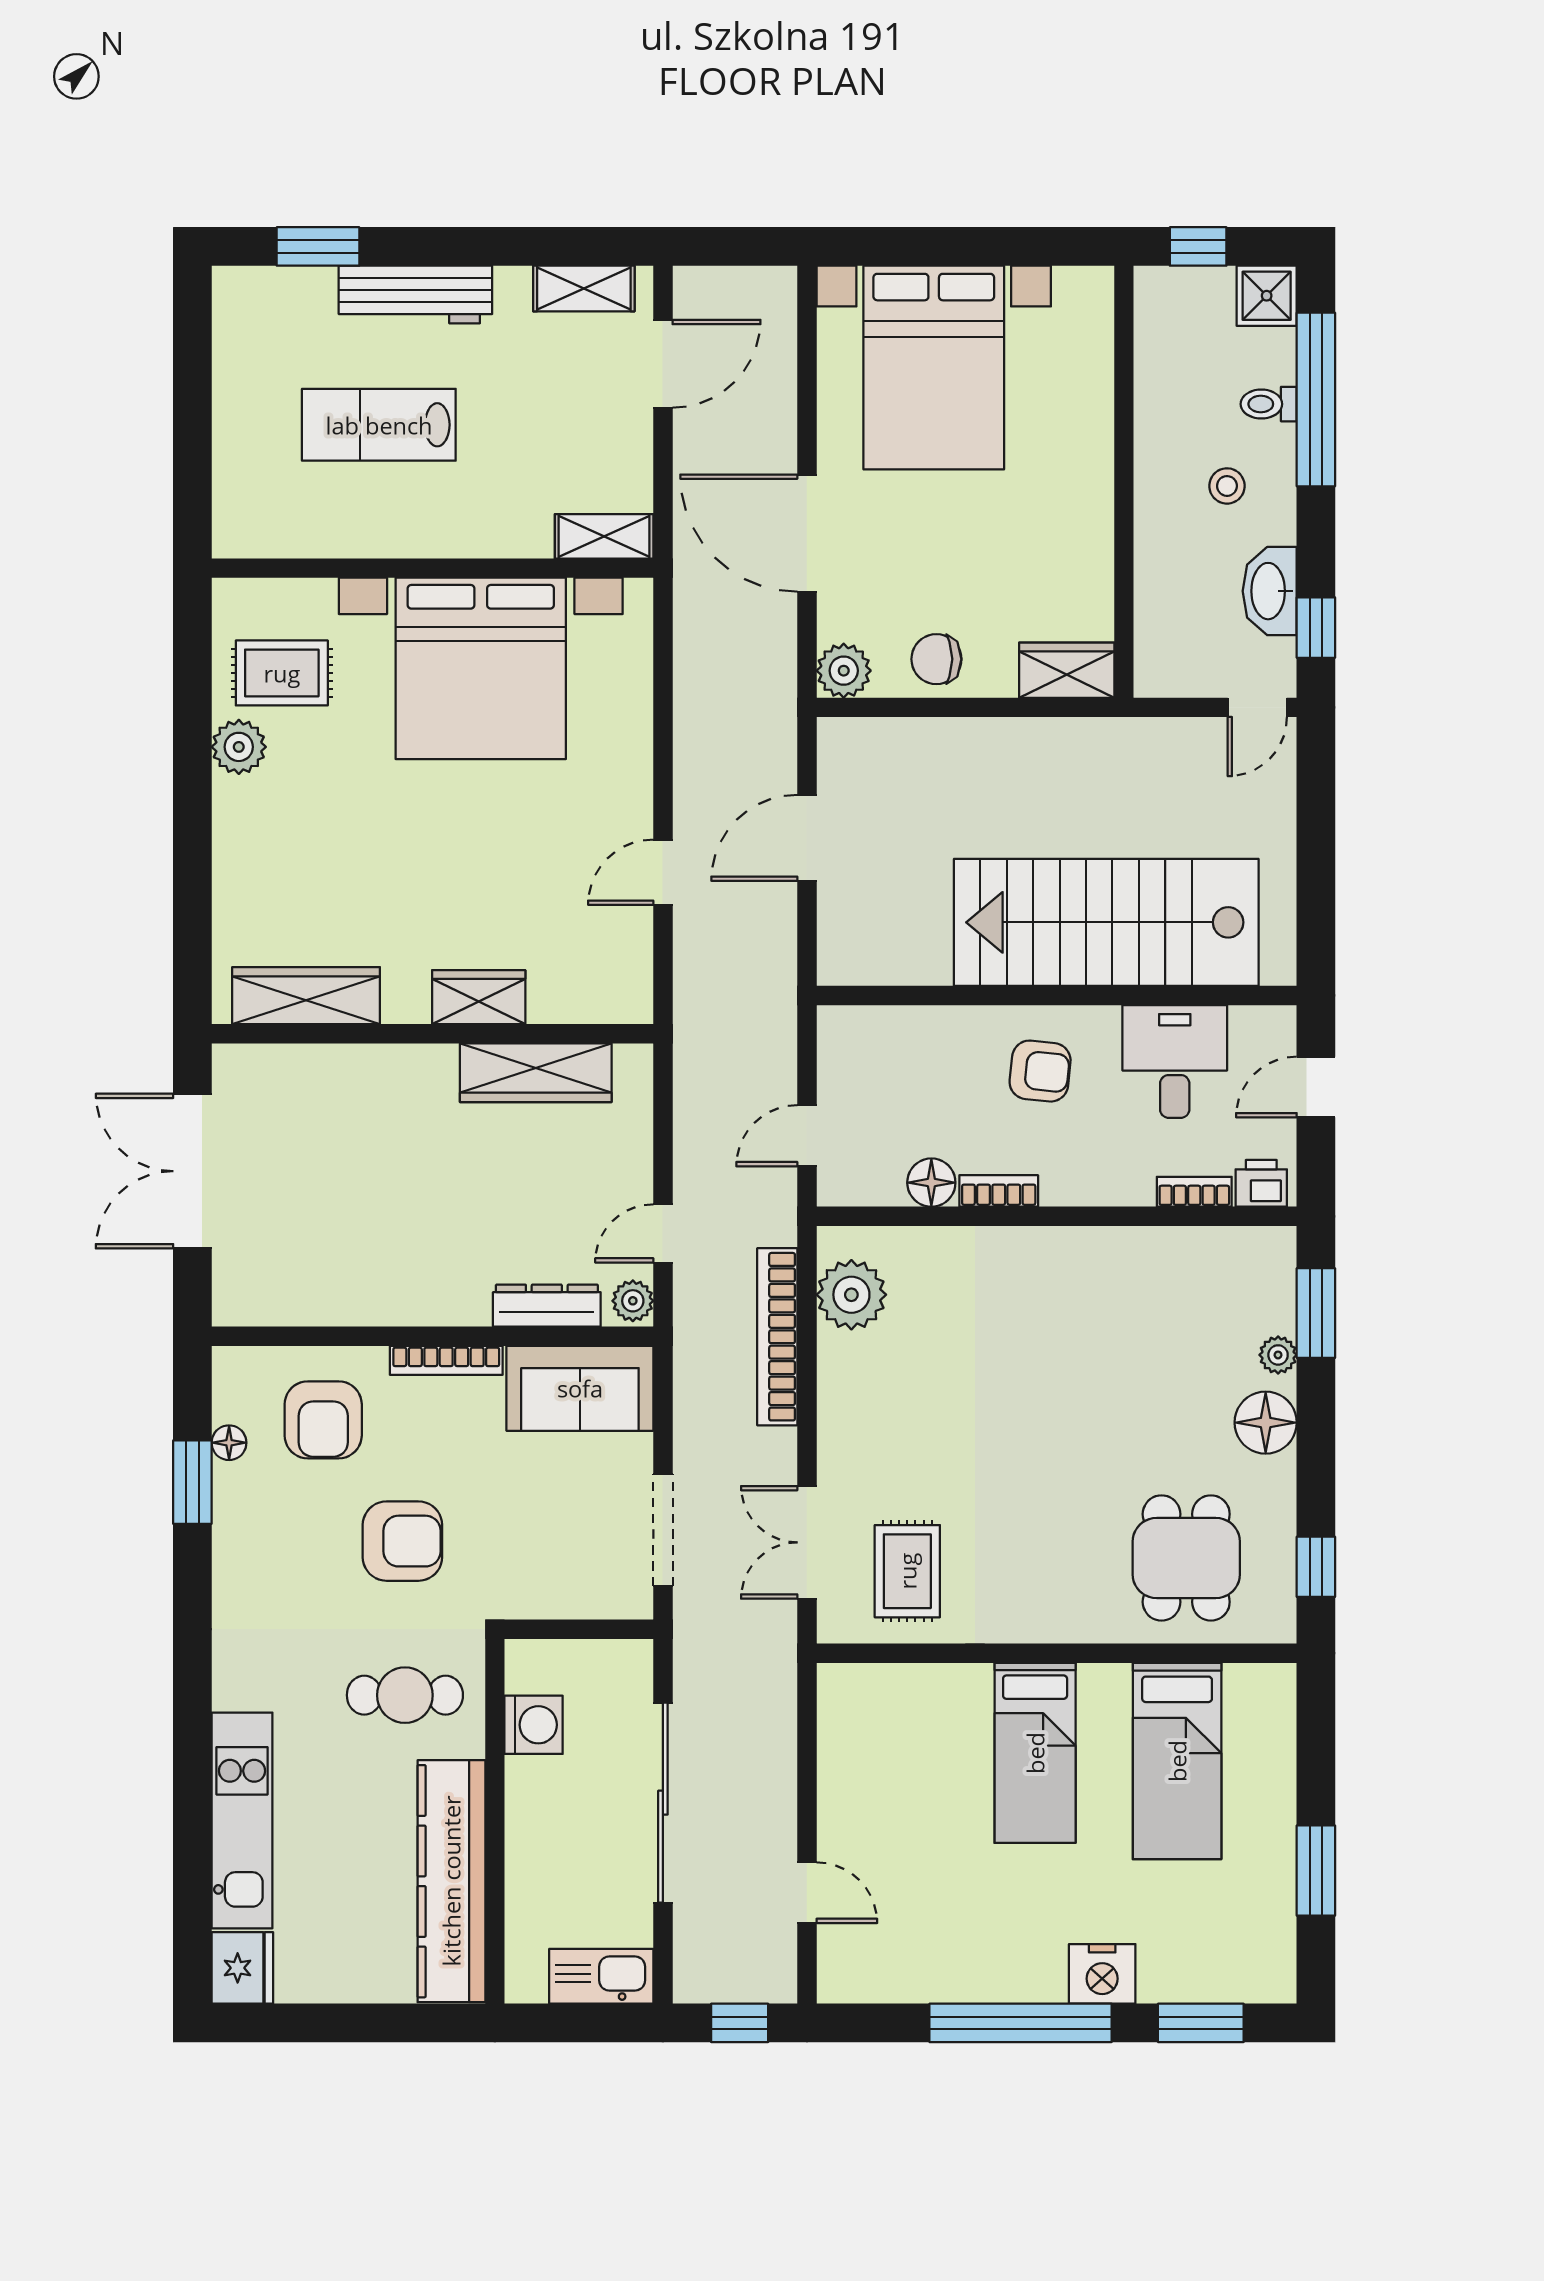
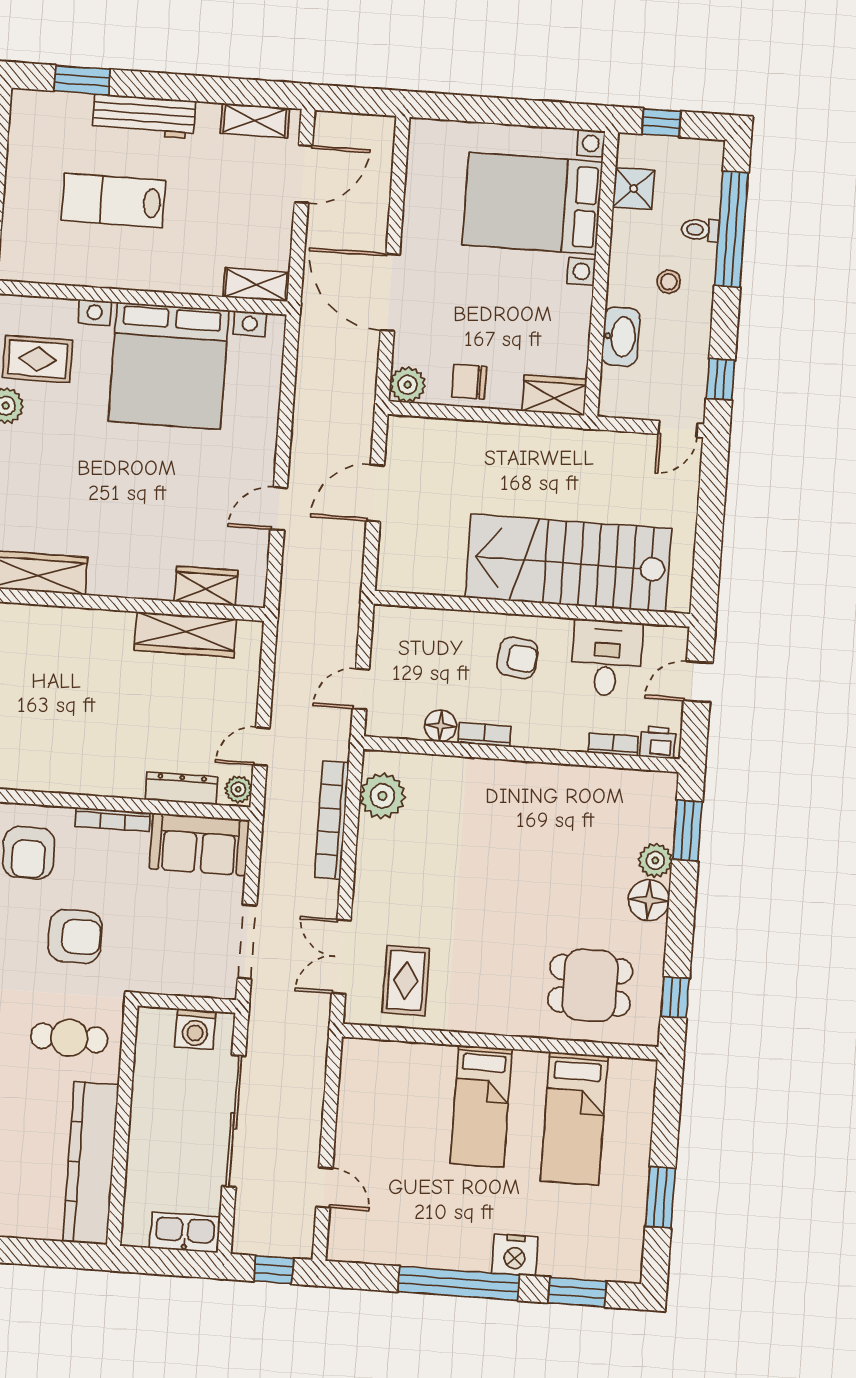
shower: (1267, 296) -> (634, 189), moved
bed with nightstands: (934, 368) -> (532, 203), moved, turned 90
washbasin: (1270, 591) -> (621, 337), moved, turned 180
wardrobe: (479, 997) -> (206, 586), moved
plant: (1278, 1355) -> (655, 860), width x1.38, depth x1.38
dining table: (1186, 1558) -> (590, 985), turned 90
washing machine: (534, 1725) -> (195, 1029), moved, turned 90

